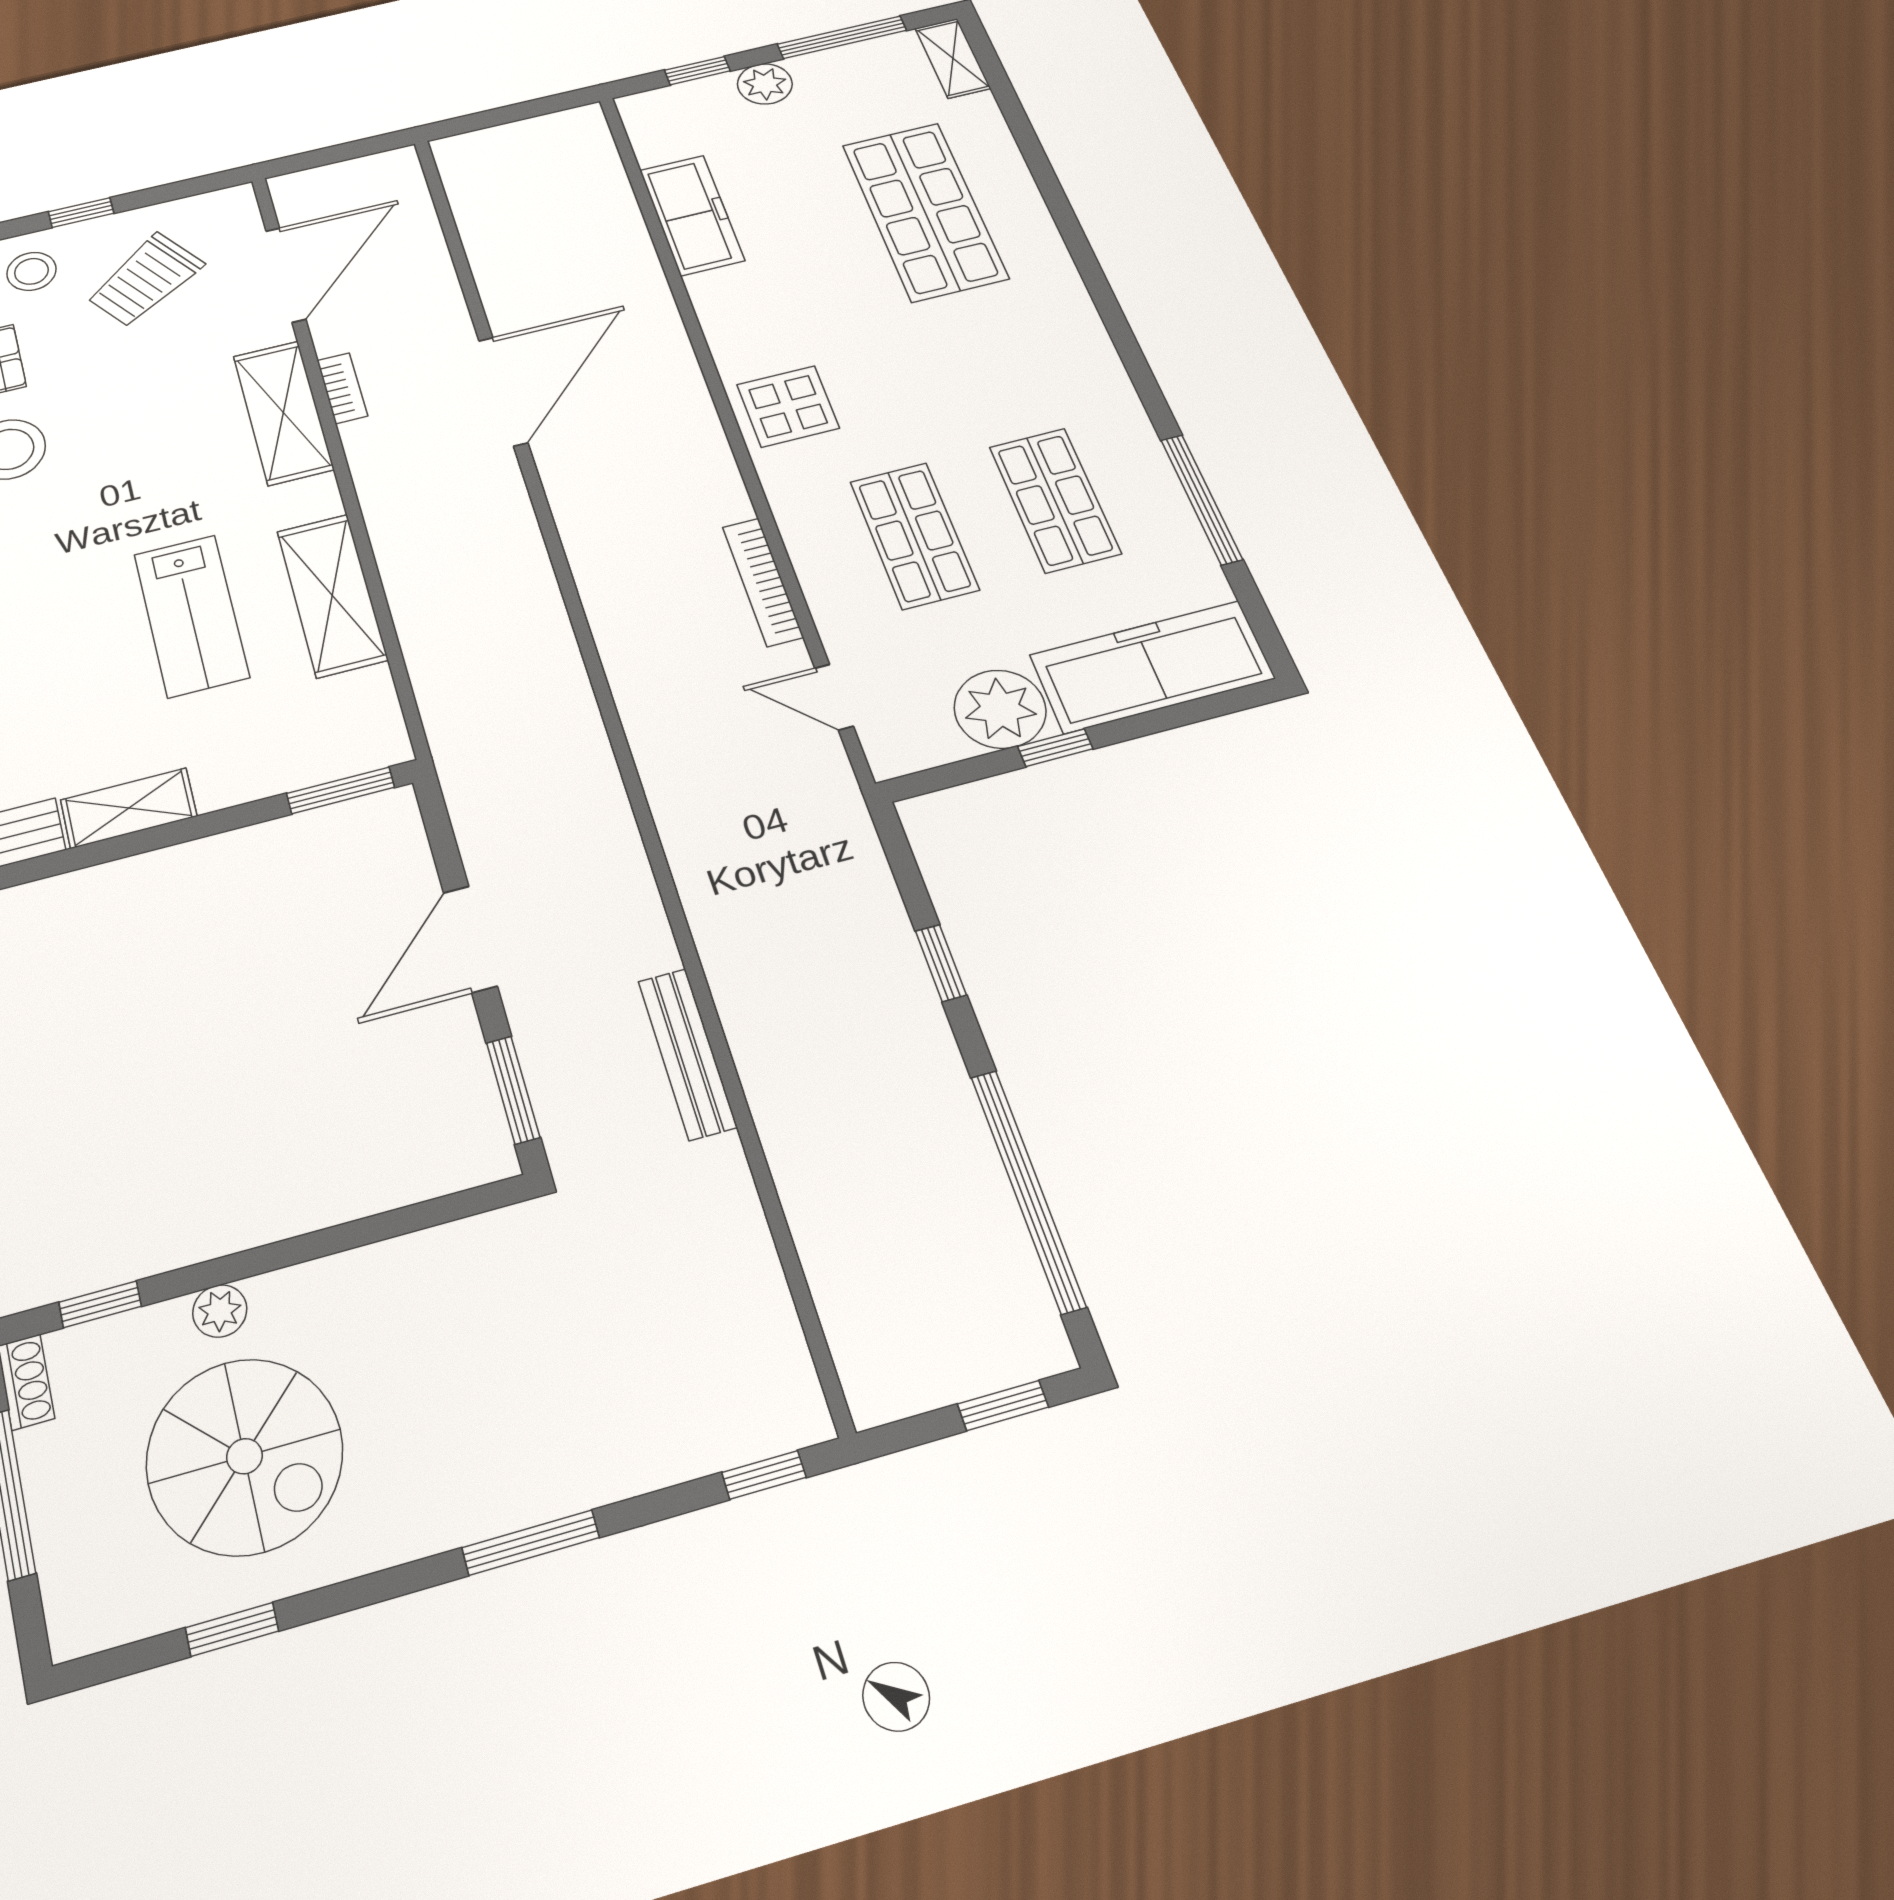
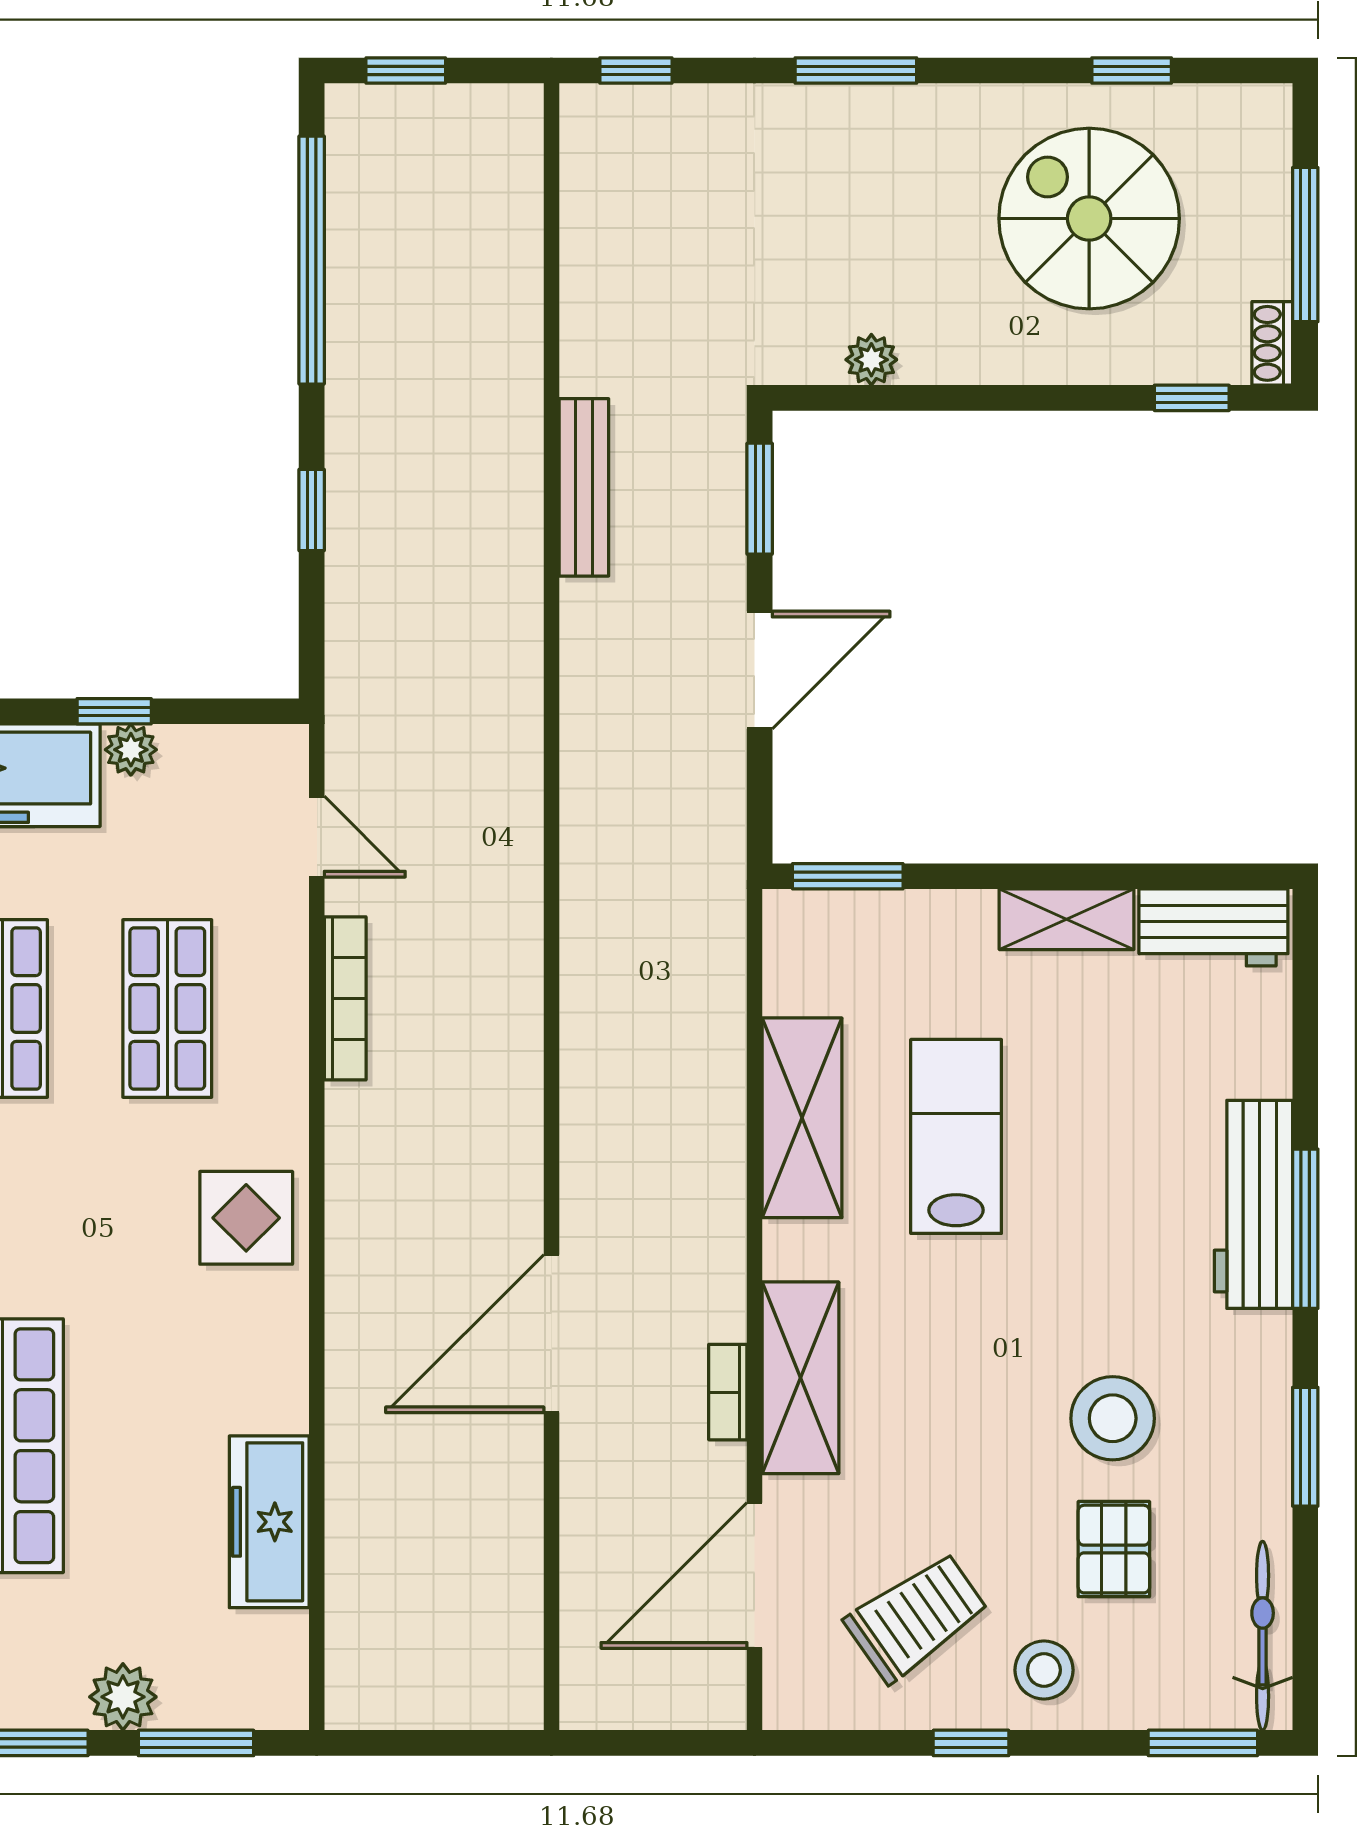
window: (697, 71) -> (196, 1743), width x1.50
plant: (1000, 709) -> (131, 750), width x0.53, depth x0.53
plant: (220, 1311) -> (871, 360), moved

